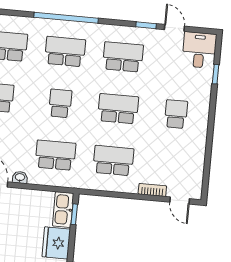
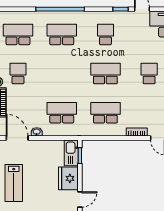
school desk: (123, 57) -> (105, 34), width x0.54
school desk: (60, 103) -> (62, 74), removed

